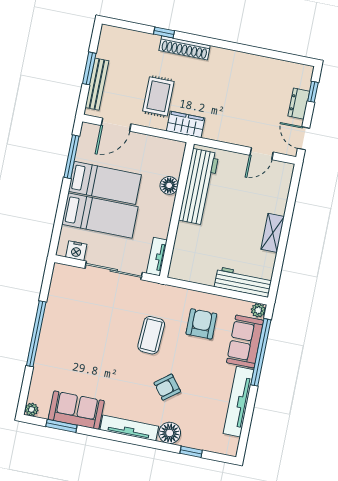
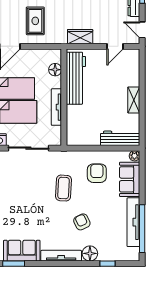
wardrobe: (186, 124) -> (80, 37), moved
floor lamp: (169, 185) -> (55, 70), moved
tv unit: (157, 257) -> (56, 107), moved, width x1.41
window: (261, 352) -> (142, 229), moved
armchair: (167, 387) -> (82, 222), turned 103

